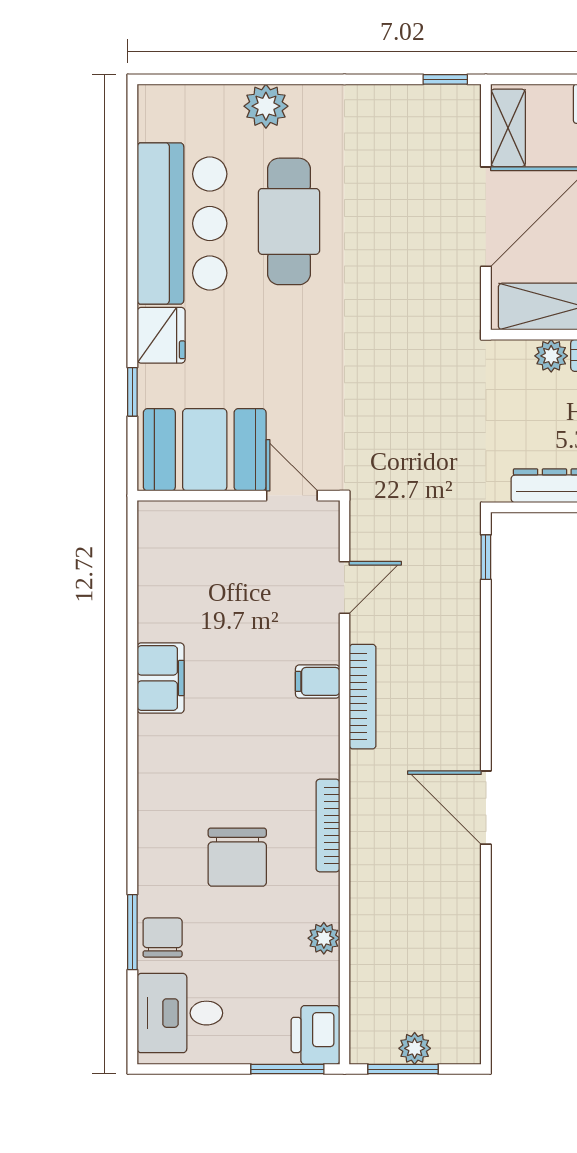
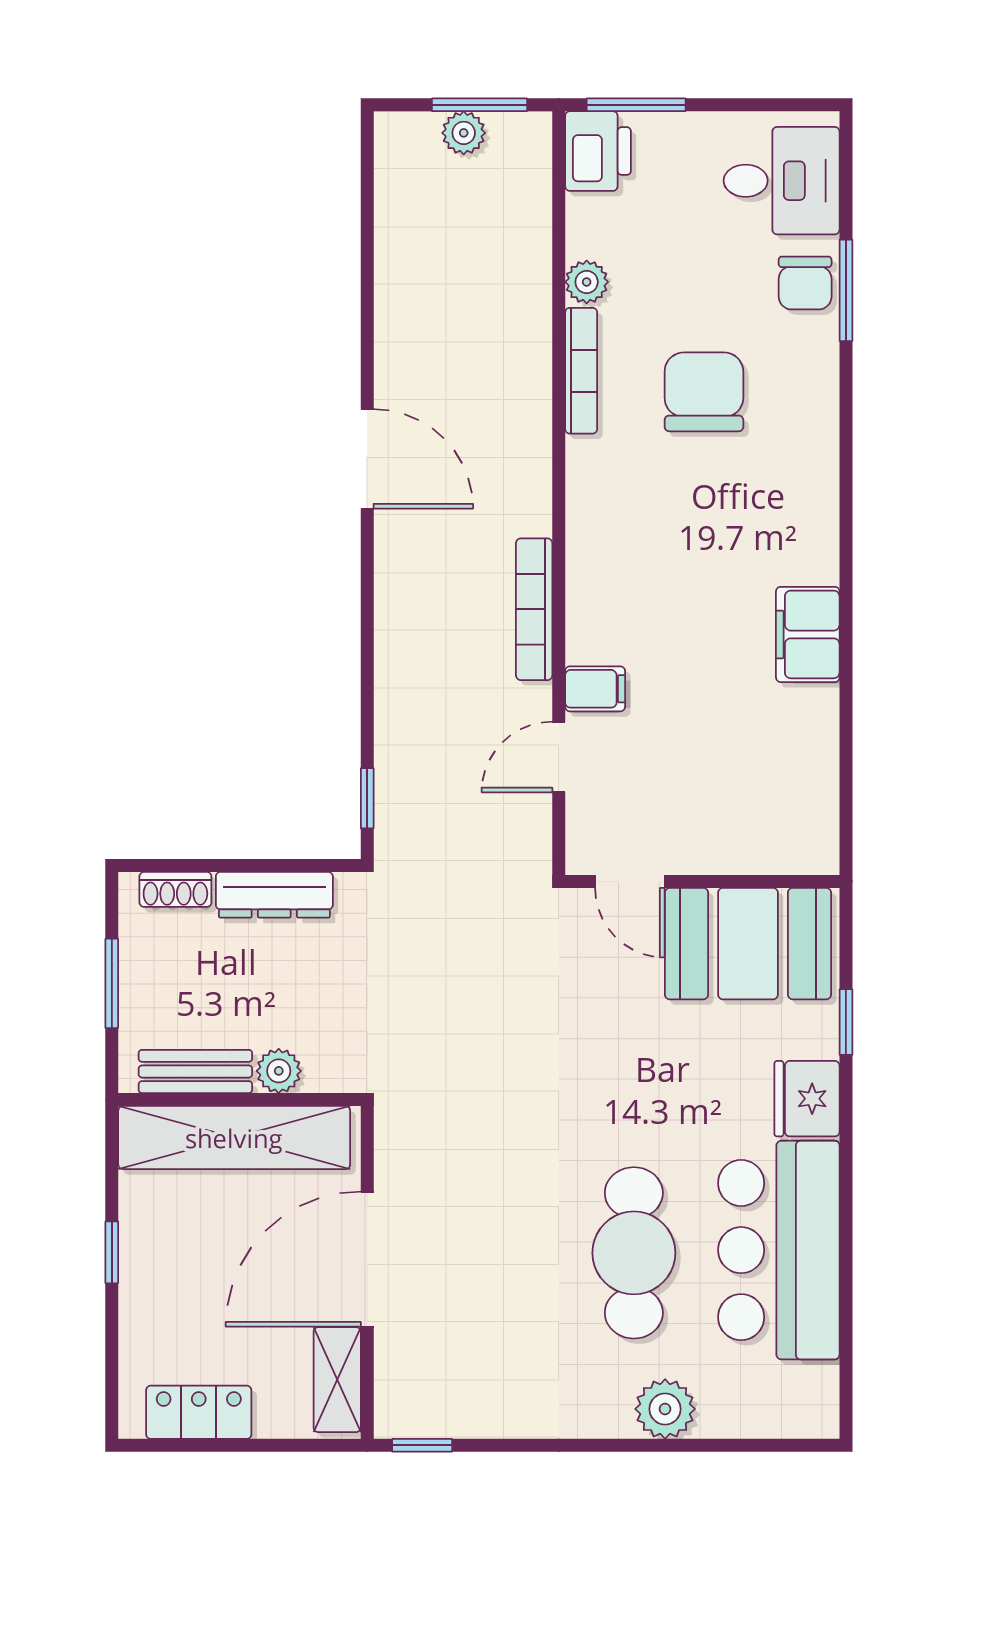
filing cabinet: (318, 681) -> (595, 689), moved
bookcase: (328, 826) -> (581, 371), moved

